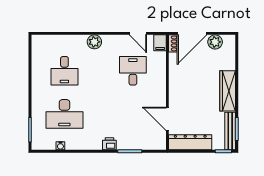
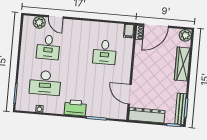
door: (138, 33) -> (56, 17), moved
plant: (94, 42) -> (39, 22), moved
plant: (215, 42) -> (185, 35), moved
desk: (133, 71) -> (105, 52), turned 180
wardrobe: (228, 91) -> (182, 64), moved
printer: (109, 144) -> (75, 108), width x1.87, depth x1.48

